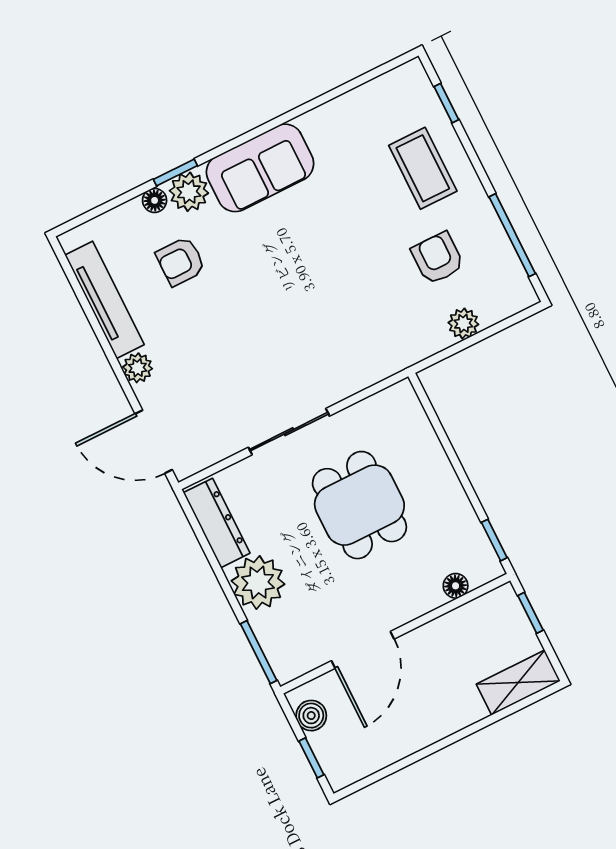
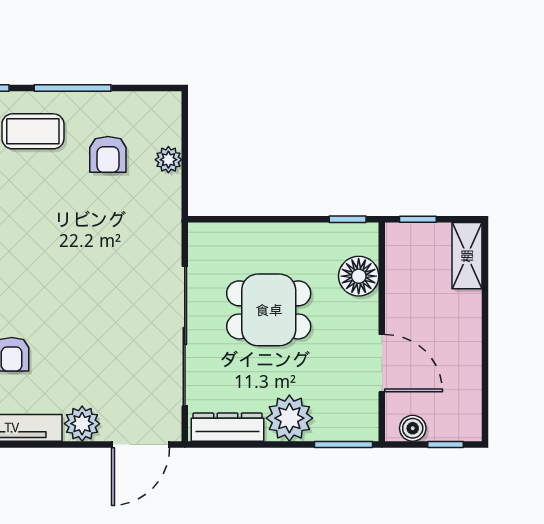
window: (512, 235) -> (73, 88), moved
armchair: (438, 258) -> (108, 154), turned -90
plant: (138, 368) -> (82, 424), width x1.38, depth x1.38
sliding door: (289, 432) -> (185, 336), width x1.86
floor lamp: (456, 586) -> (359, 276), width x1.89, depth x1.89

